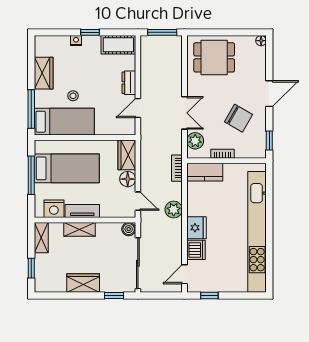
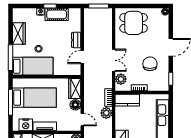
cot: (118, 45) -> (57, 14), moved
chair: (238, 118) -> (150, 64), turned -120
plant: (174, 210) -> (106, 113), moved

